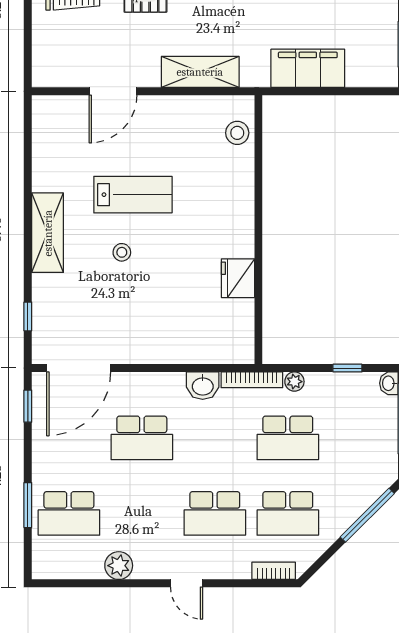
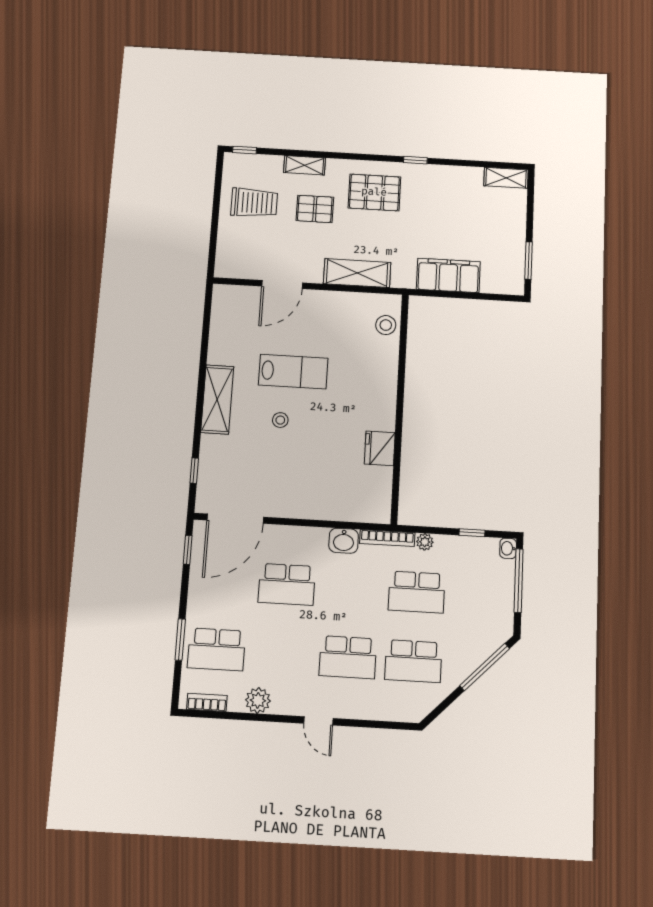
bookcase: (274, 571) -> (207, 702), moved

